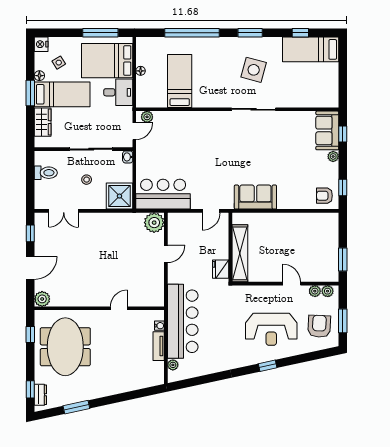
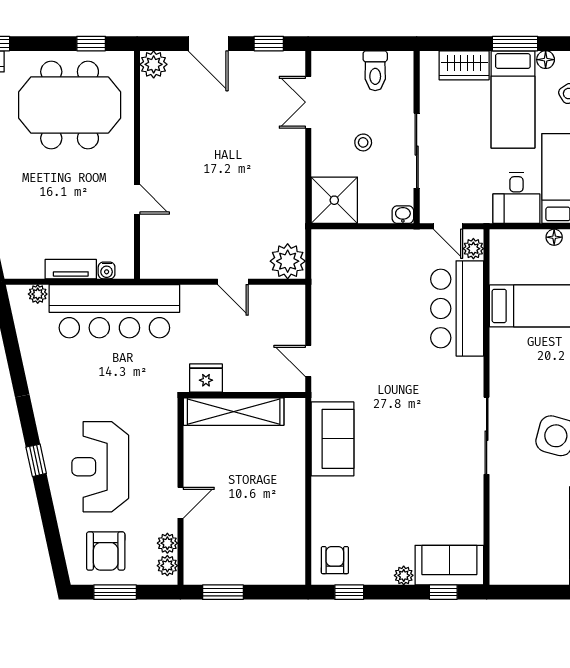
bar counter: (163, 194) -> (457, 308), moved, turned 180
armchair: (319, 326) -> (106, 551), turned 87

